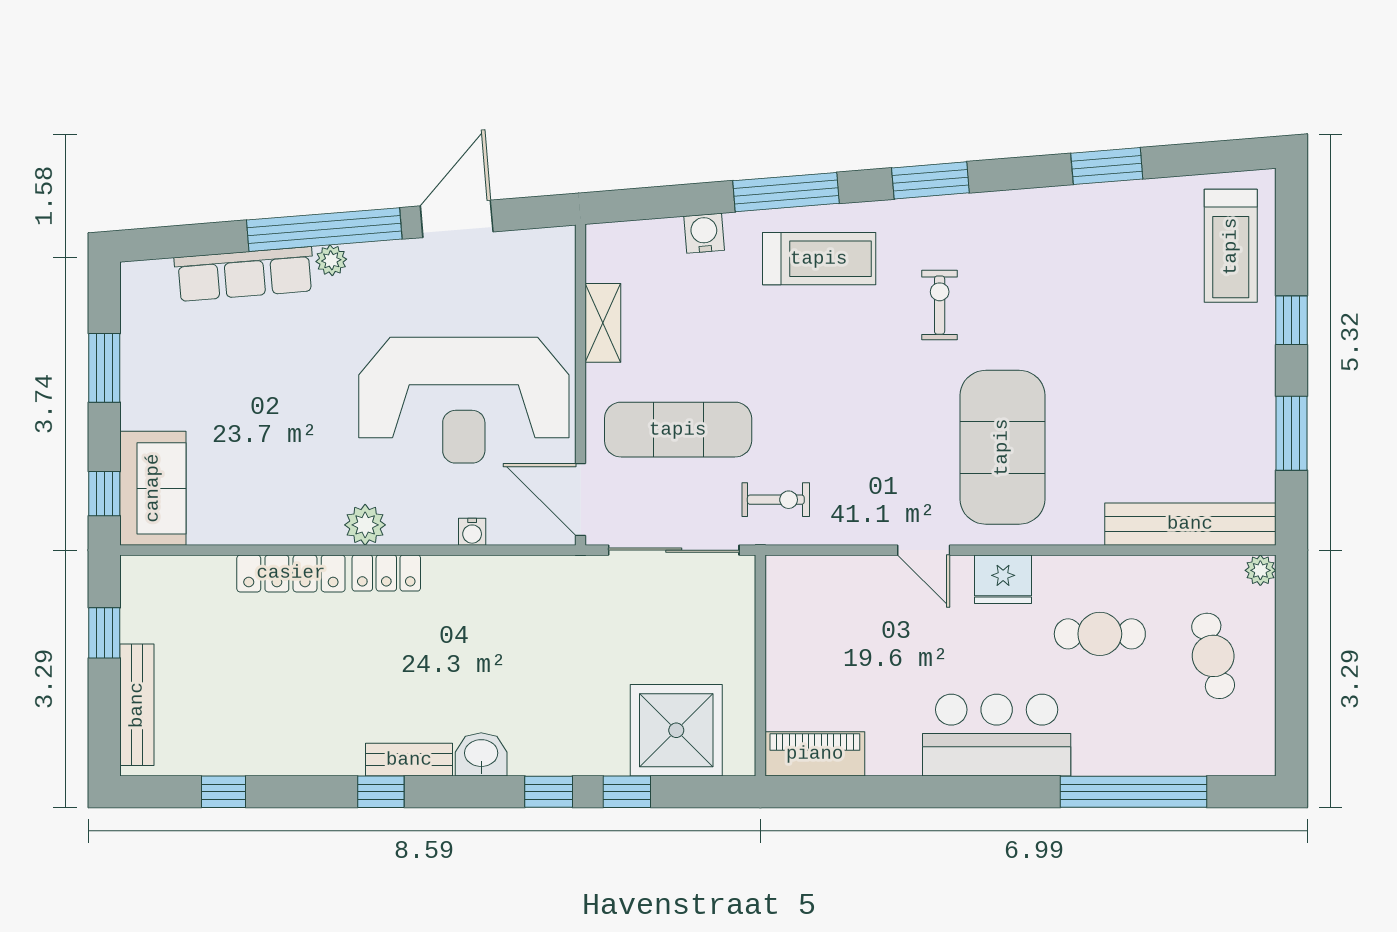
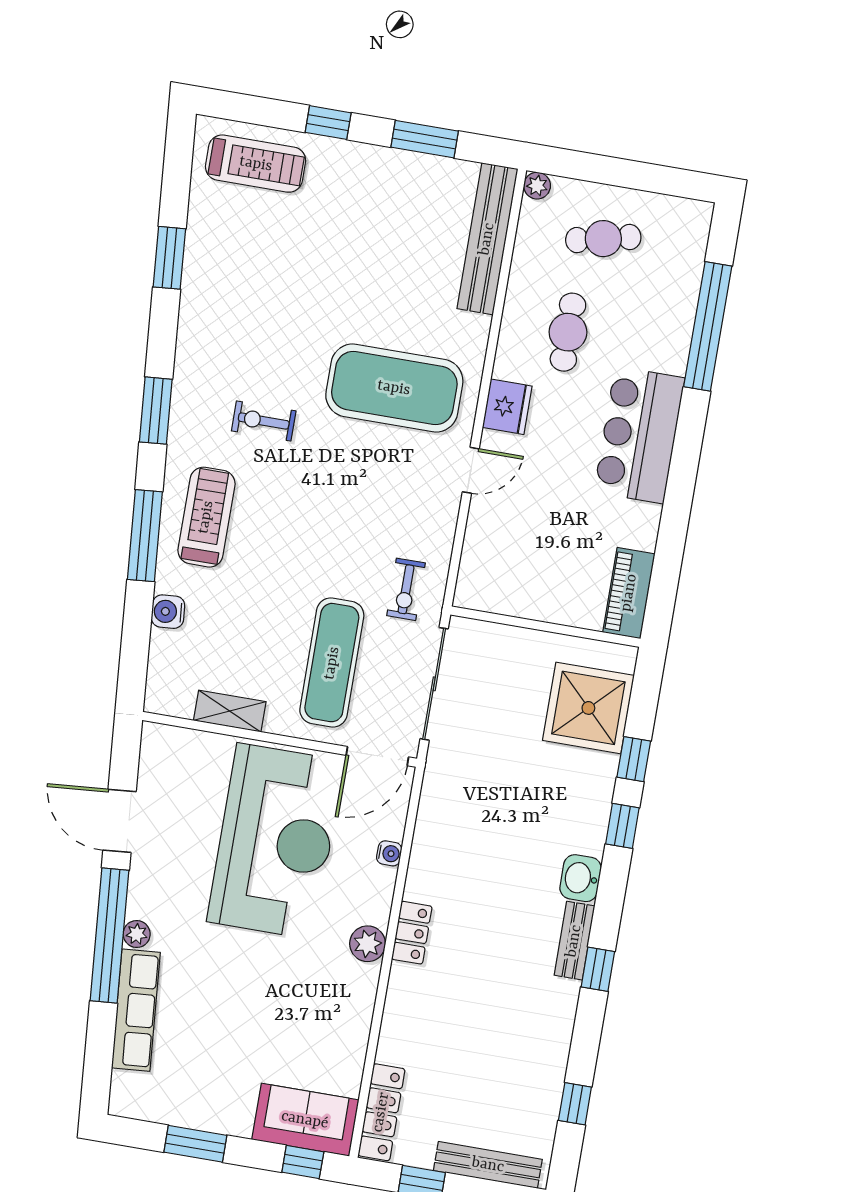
exercise bike: (776, 500) -> (406, 589), turned 180
locker: (291, 573) -> (381, 1112), moved

